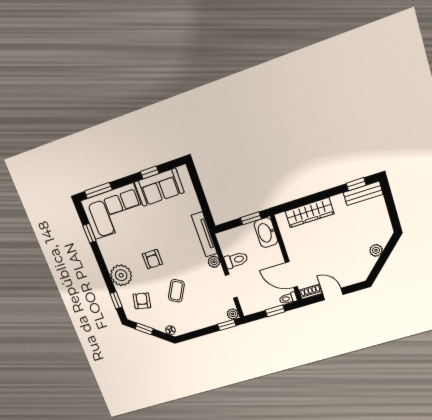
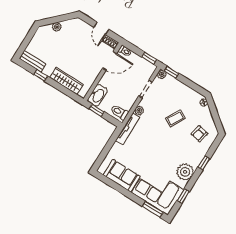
window: (150, 172) -> (118, 188), removed
window: (356, 184) -> (41, 75), moved
armchair: (152, 259) -> (168, 147), removed
toilet: (236, 260) -> (119, 112), moved
plant: (121, 275) -> (185, 172), moved
door: (291, 275) -> (110, 61), hinge flipped
window: (116, 300) -> (204, 163), moved
window: (275, 311) -> (149, 58), moved
window: (144, 329) -> (216, 119), removed

